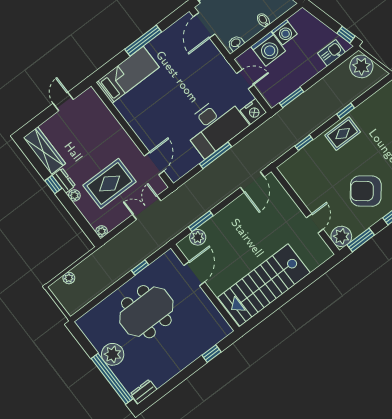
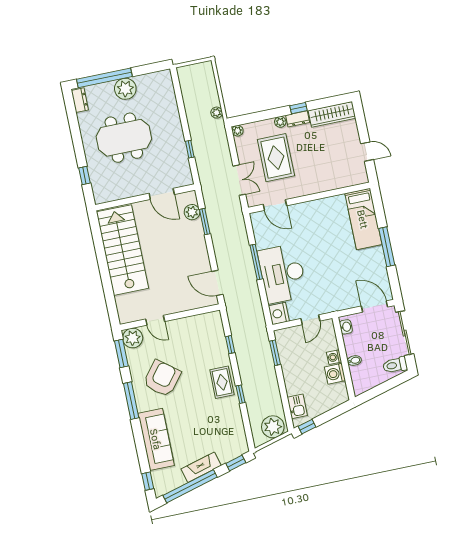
washing machine: (268, 49) -> (334, 357), width x0.53, depth x0.53
plant: (69, 278) -> (217, 113), moved
meeting table: (146, 312) -> (124, 138), moved, turned 90

